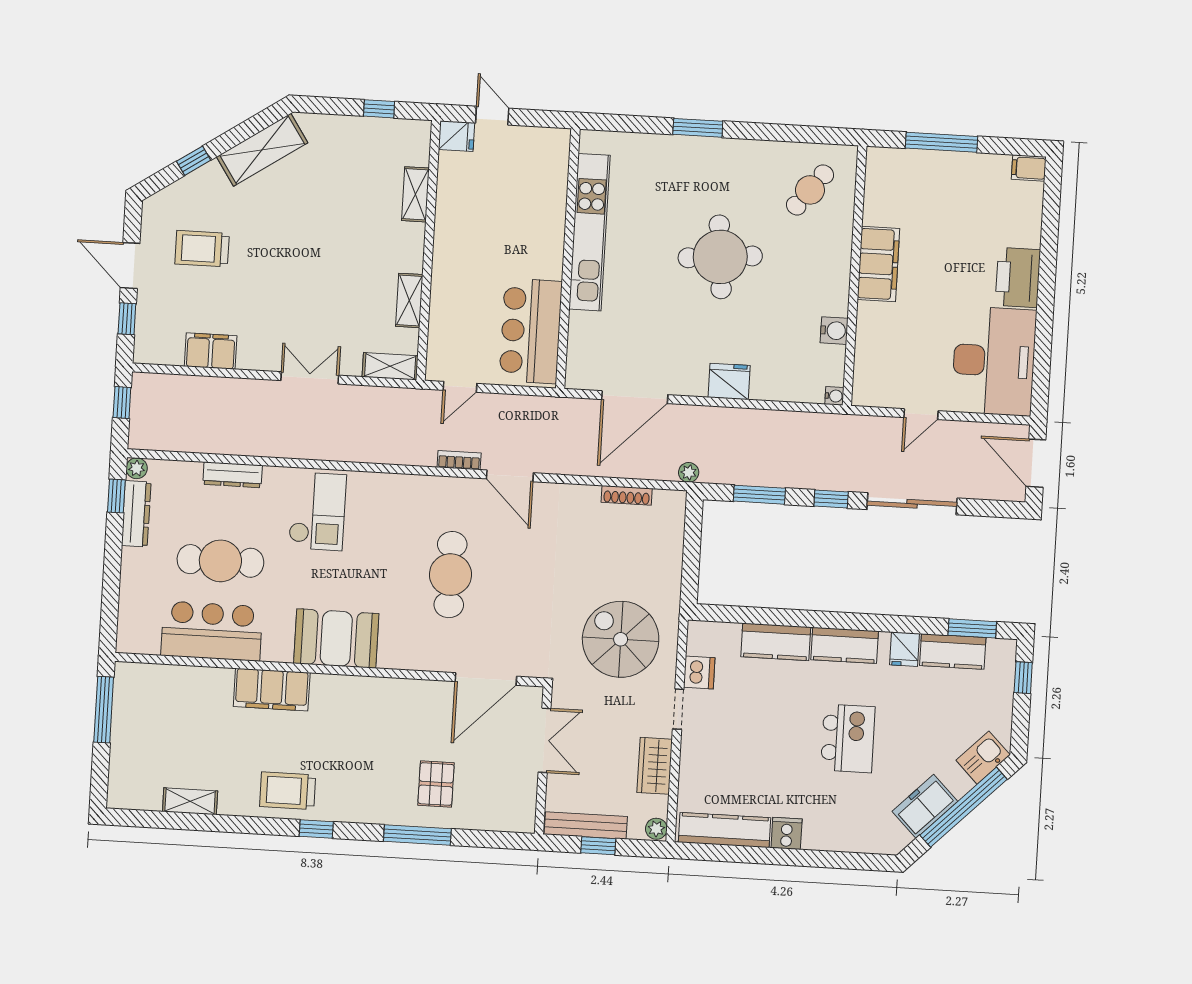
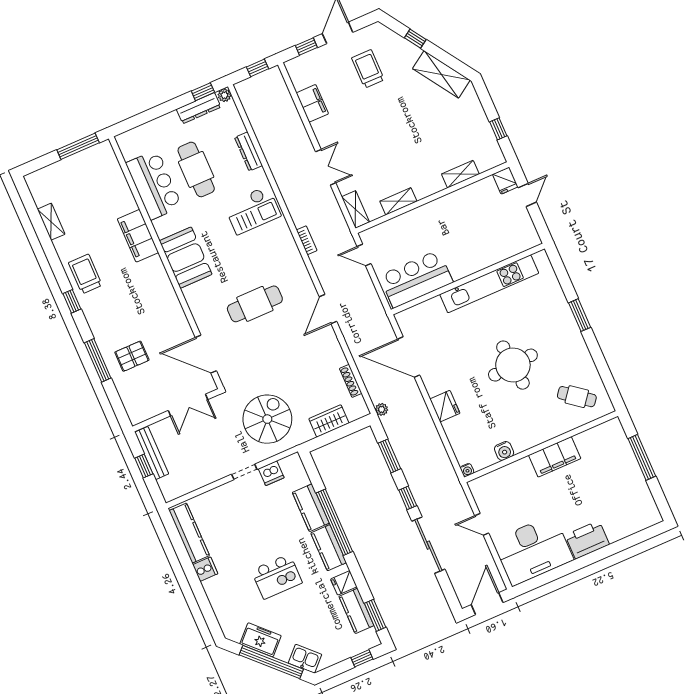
filing cabinet: (1029, 168) -> (652, 514), removed
bookcase: (459, 460) -> (307, 240), moved
window: (813, 619) -> (334, 522), added
wardrobe: (655, 766) -> (329, 421), moved
plant: (656, 829) -> (170, 494), removed

